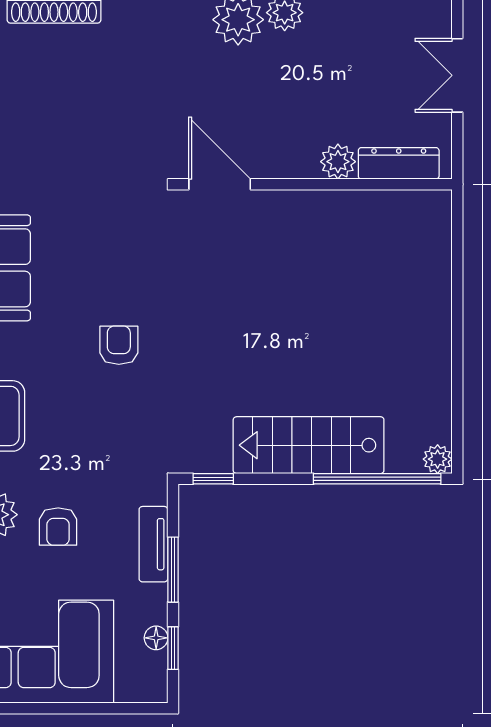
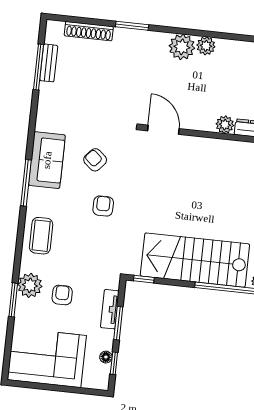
armchair: (93, 257) -> (95, 160), added
stairs: (309, 445) -> (195, 260), width x1.36, depth x1.51
armchair: (58, 527) -> (62, 295), turned 180

